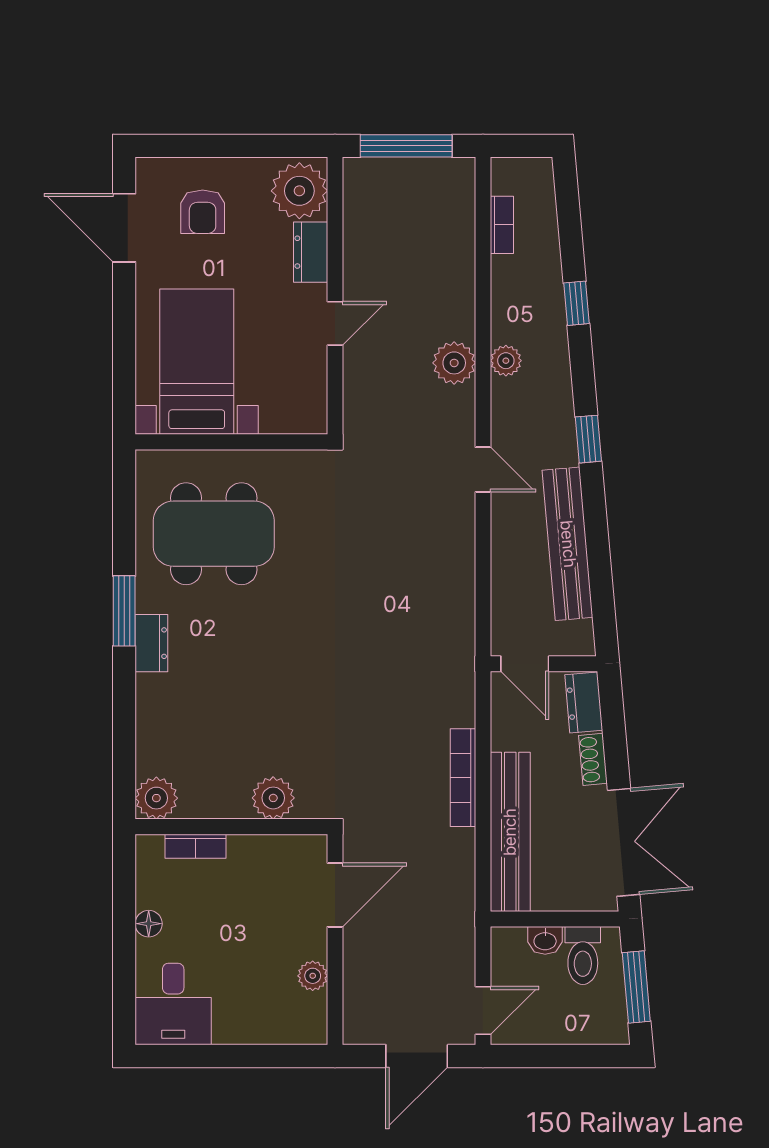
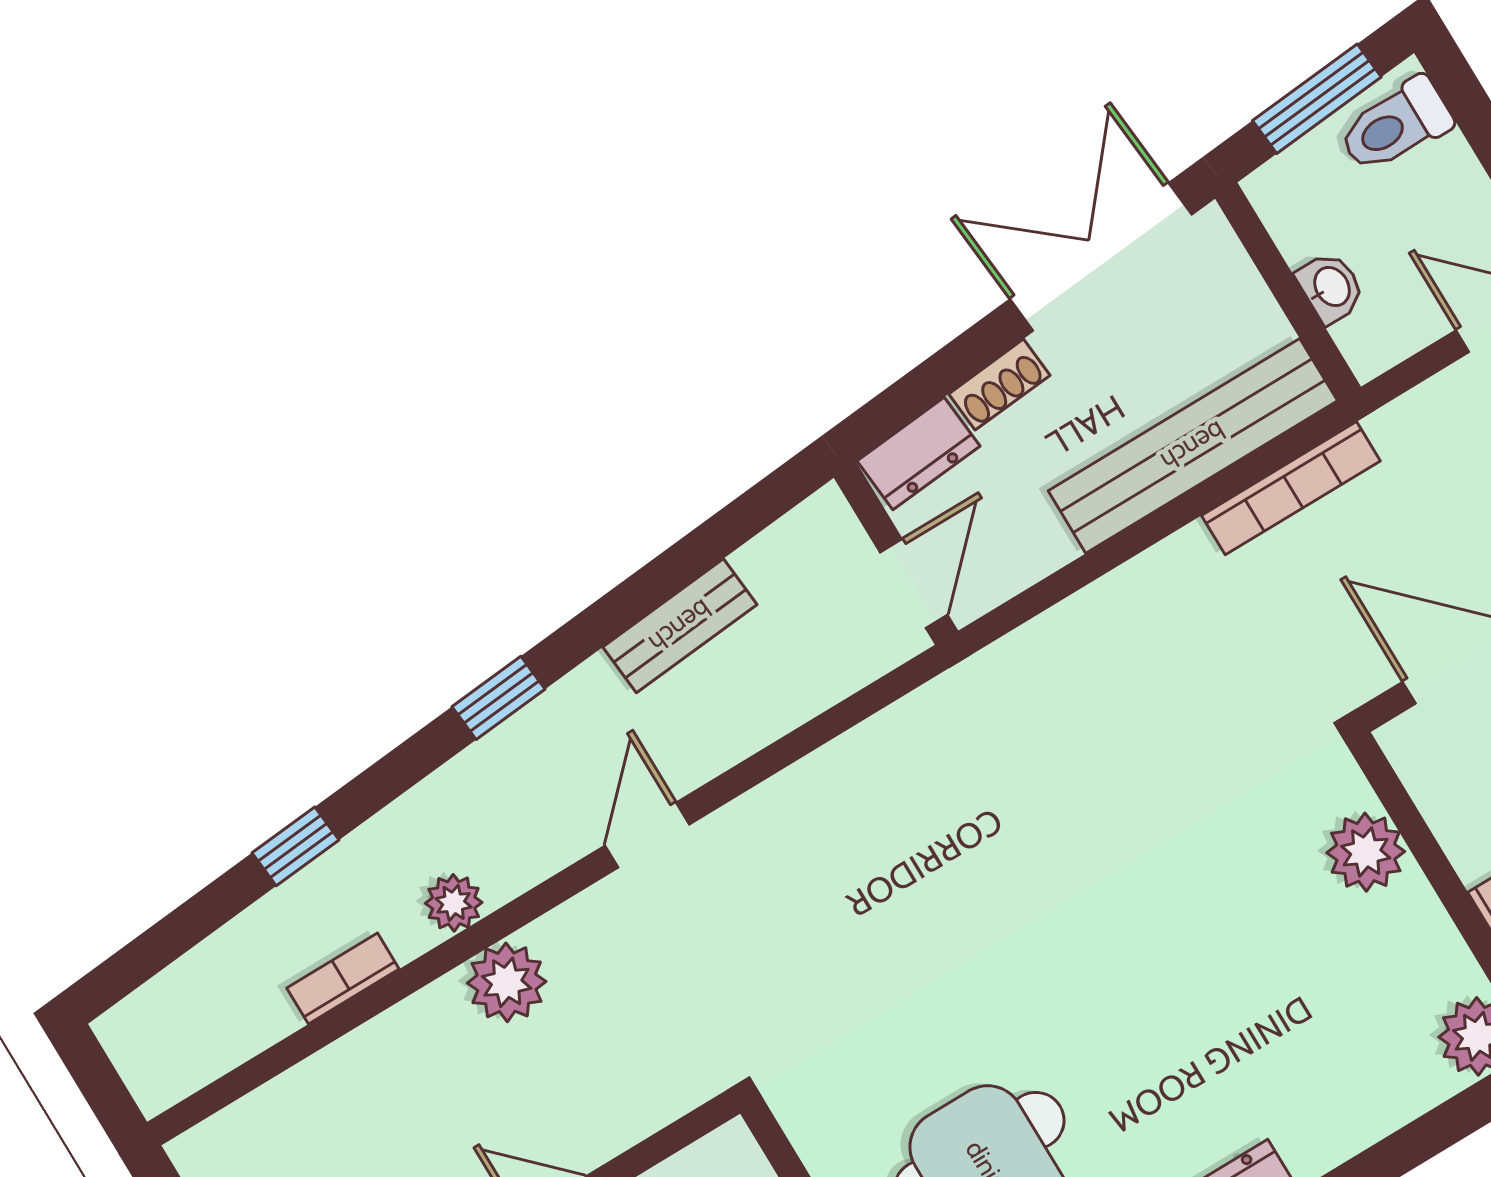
bookcase: (502, 225) -> (343, 979), moved
bench: (568, 544) -> (680, 626), width x0.54, depth x0.82
bookcase: (463, 778) -> (1291, 488), moved
toilet: (583, 956) -> (1395, 125), moved, turned 180

